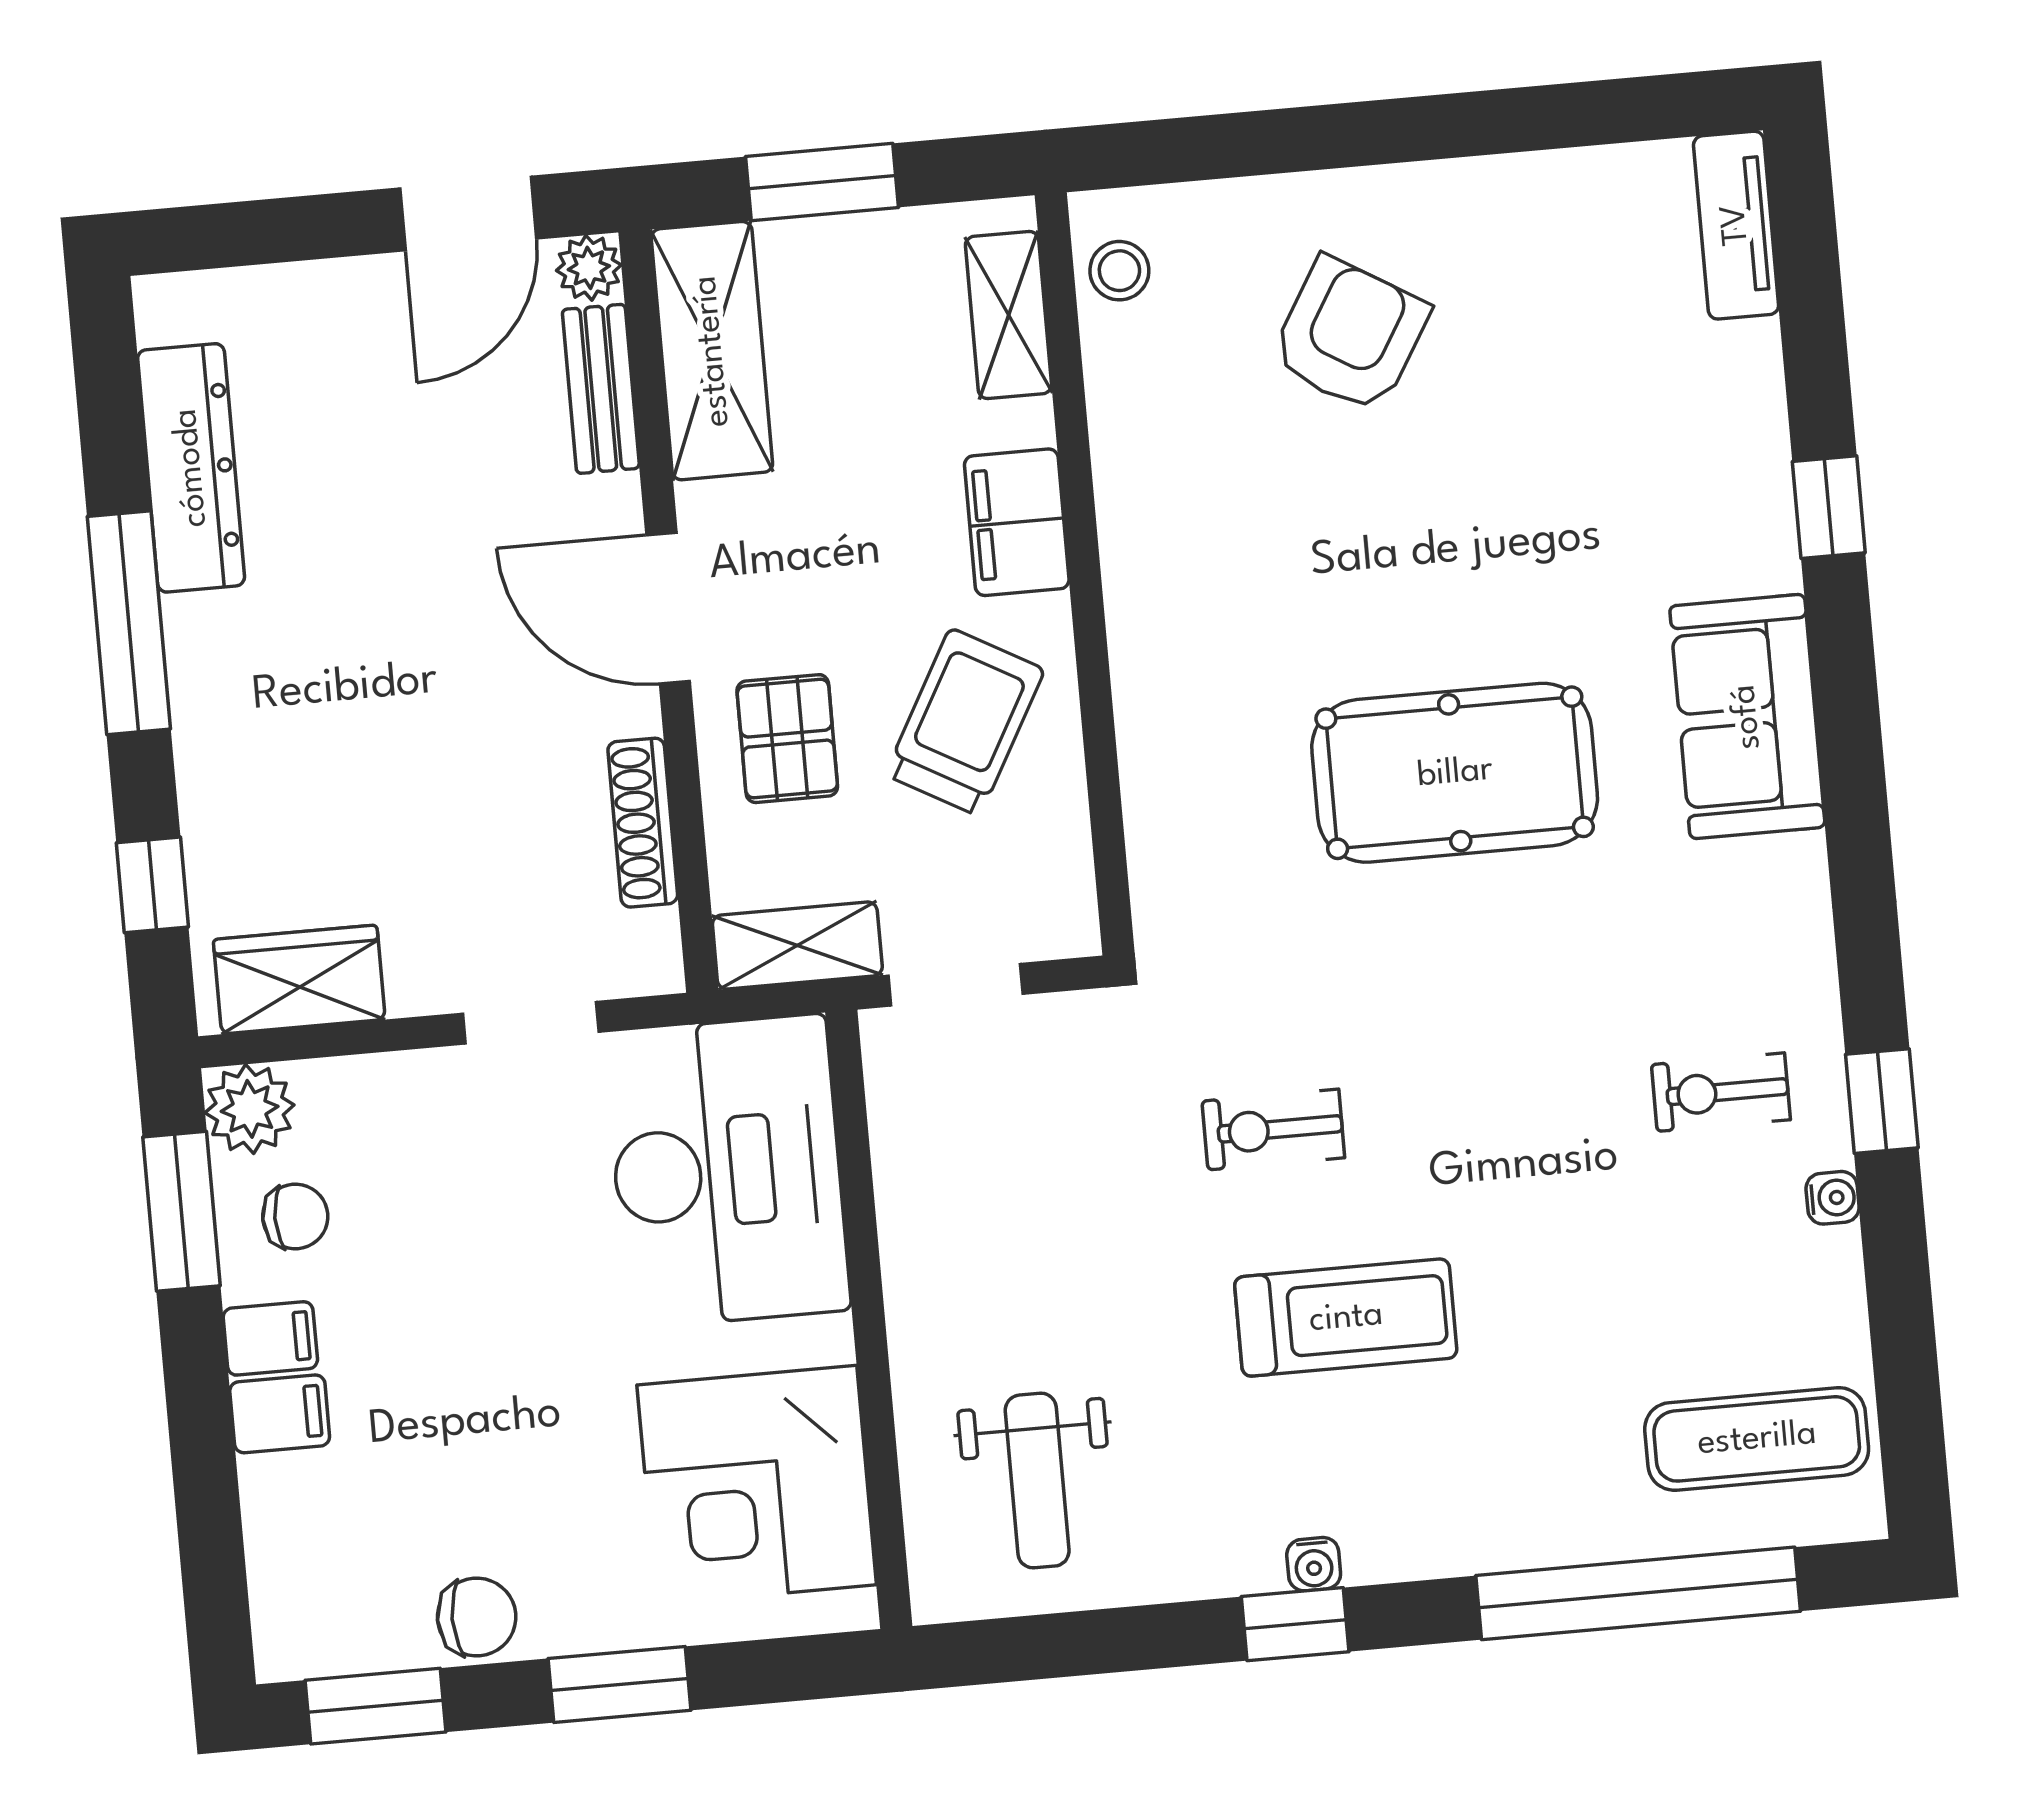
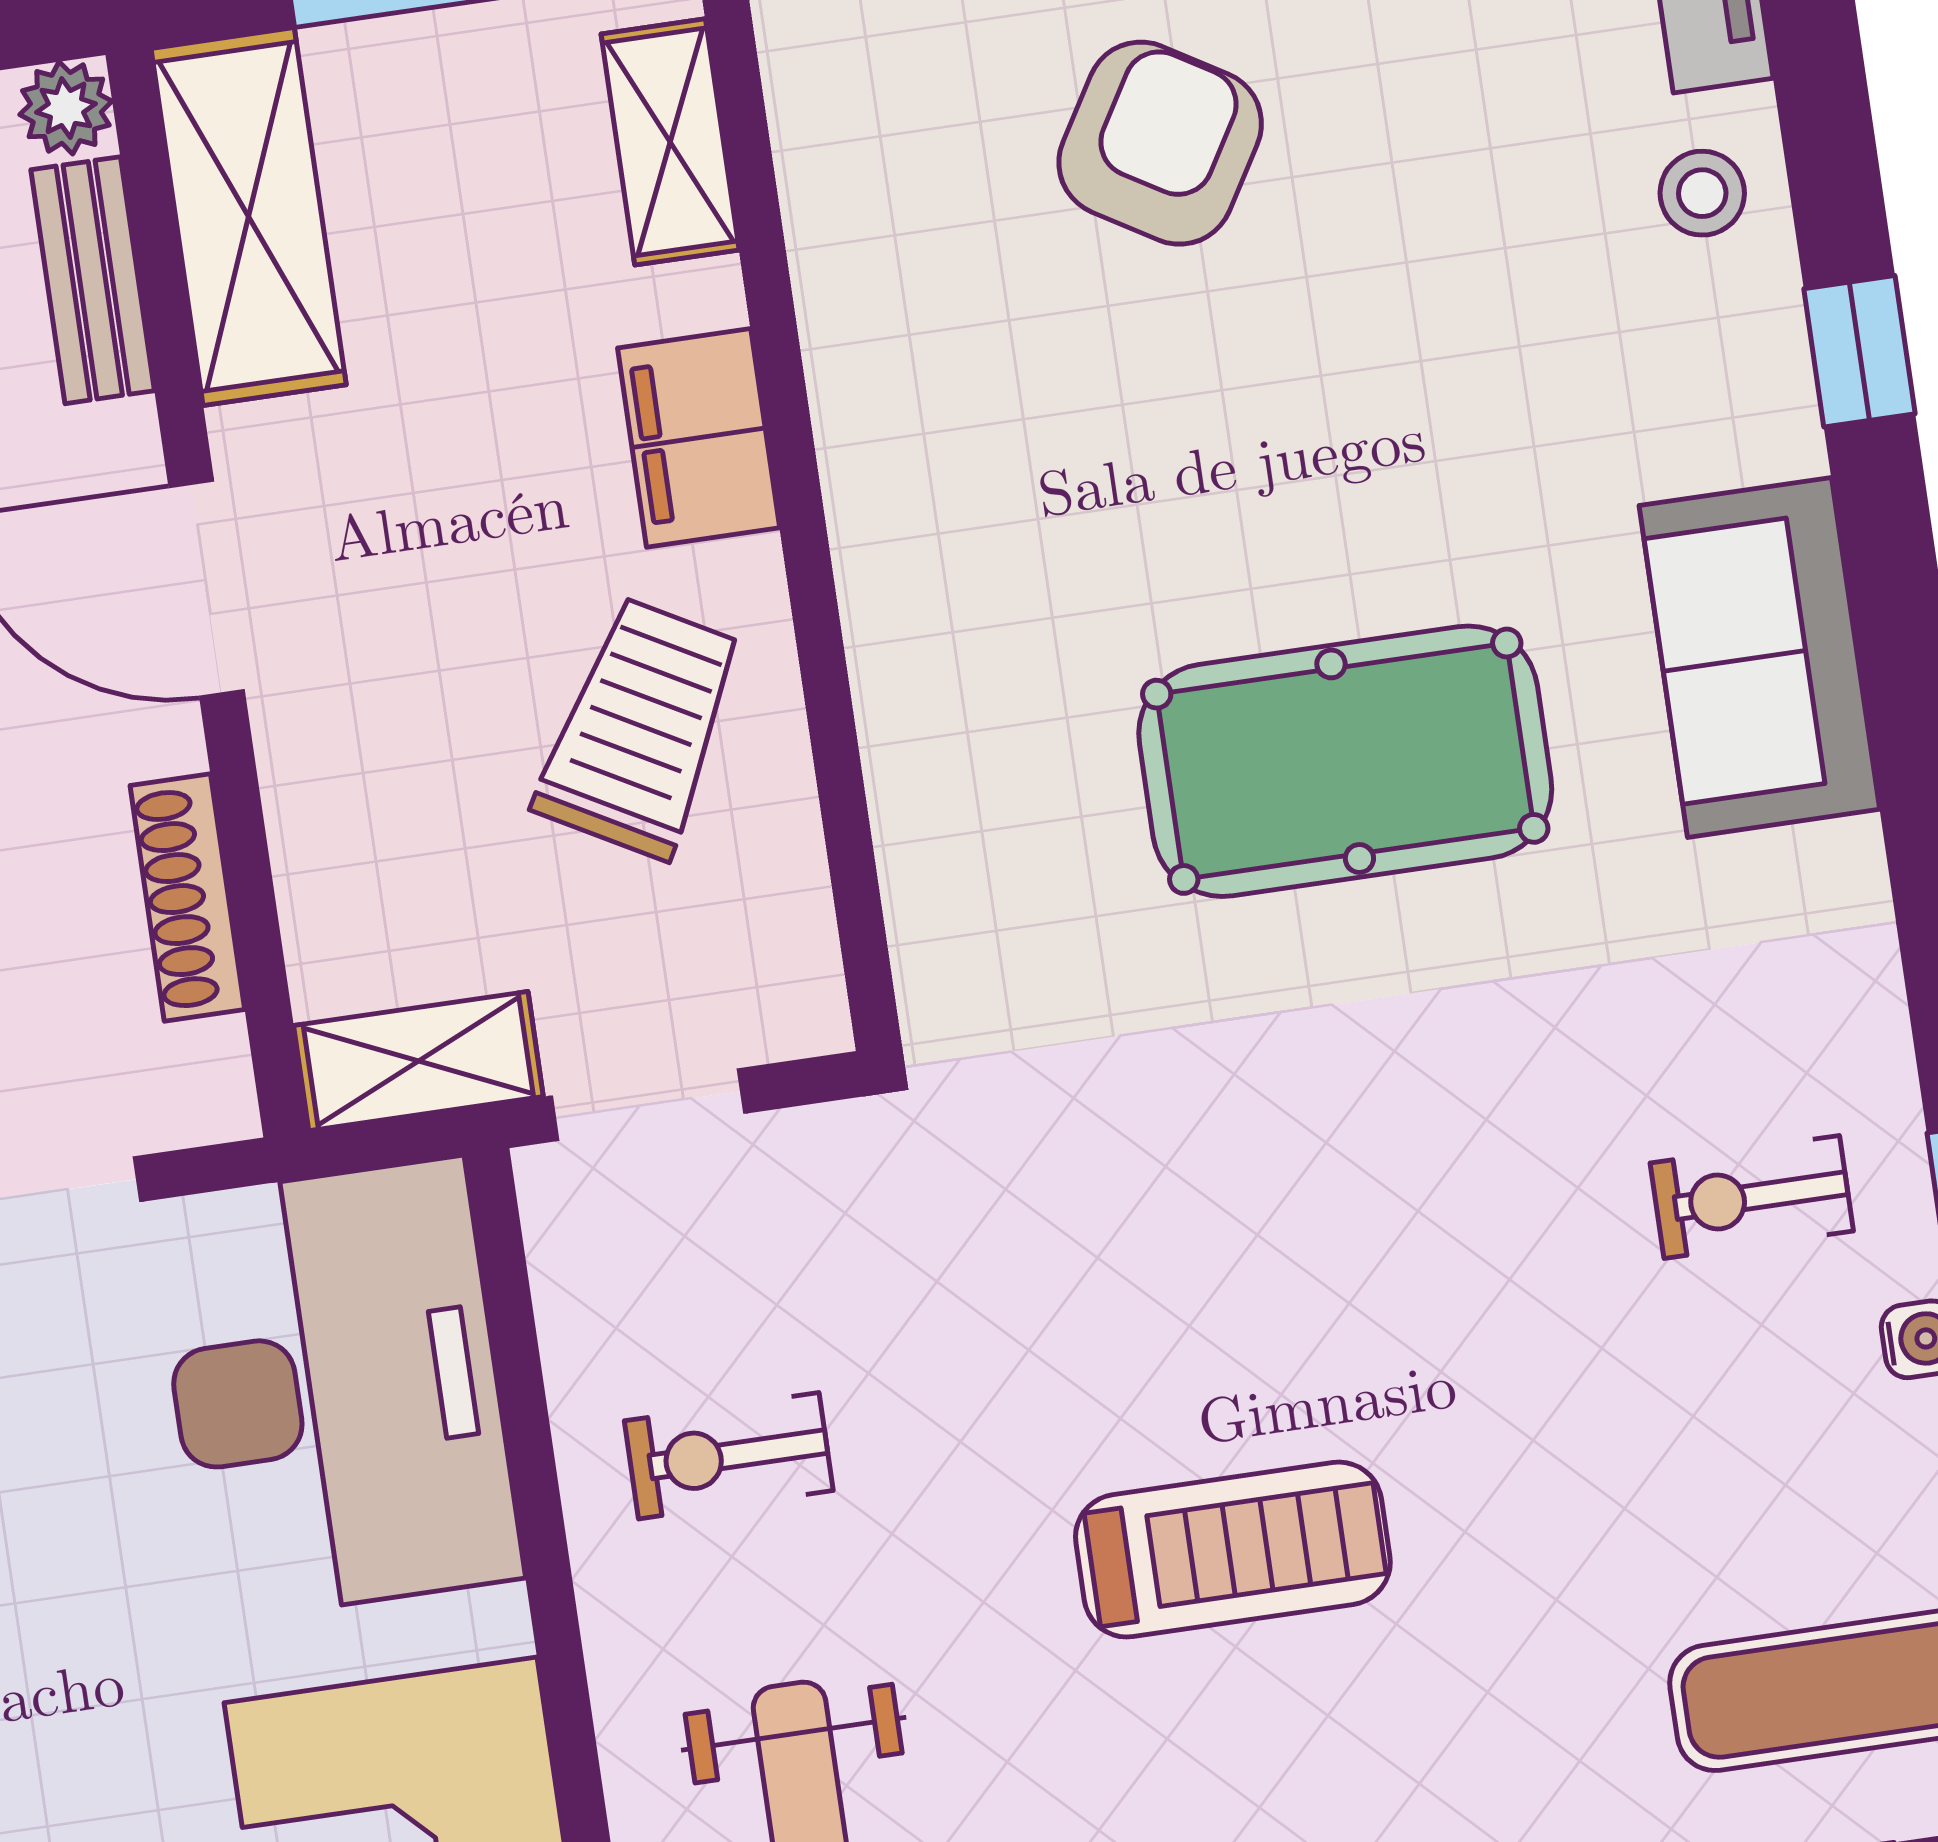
stool: (1119, 271) -> (1702, 193), moved
pallet: (787, 739) -> (387, 766), removed
exercise bike: (1273, 1129) -> (729, 1456), moved

